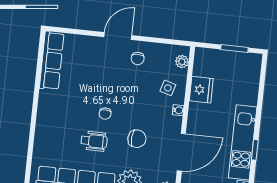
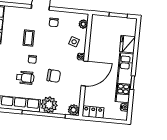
coffee table: (100, 82) -> (29, 38), added
fridge: (201, 90) -> (127, 44), moved, turned 180
door: (181, 152) -> (85, 73), moved

